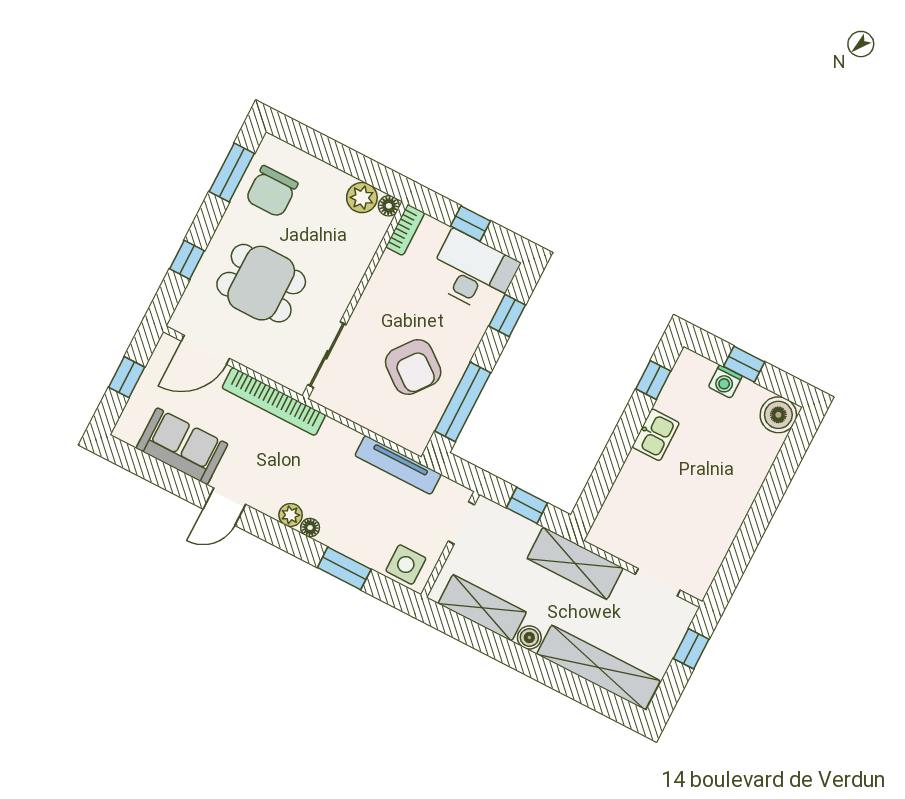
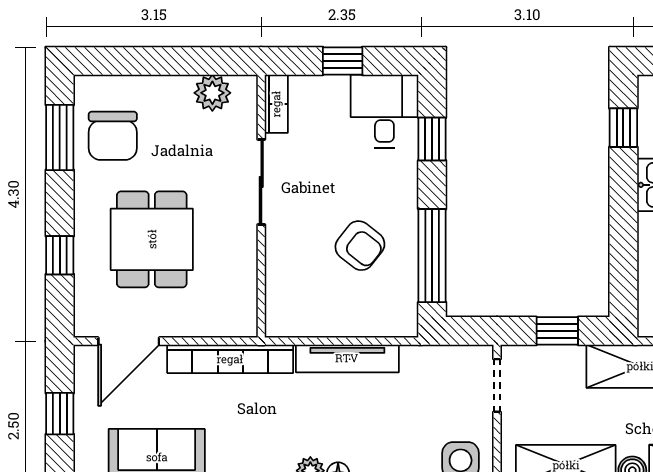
floor lamp: (389, 206) -> (246, 87), removed
desk: (473, 272) -> (384, 111), width x0.73
dining table: (261, 283) -> (152, 239), turned 90
sliding door: (327, 355) -> (261, 182), moved
armchair: (413, 367) -> (360, 246), width x0.72, depth x0.72
tv unit: (398, 465) -> (347, 358), moved

